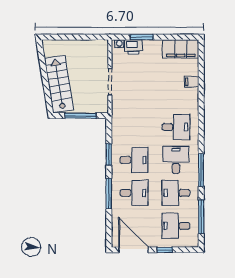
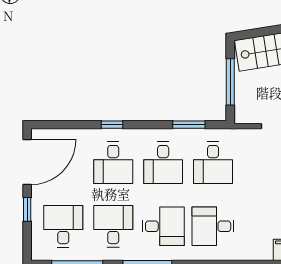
desk: (134, 127) -> (213, 163), added
desk: (176, 127) -> (213, 226), turned 90
window: (109, 154) -> (189, 125), moved
window: (109, 194) -> (112, 125), width x0.46

